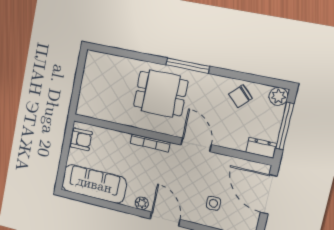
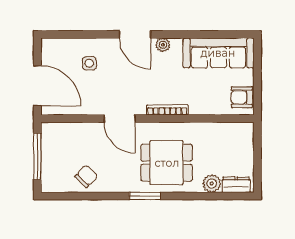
window: (188, 66) -> (145, 196), width x0.69
plant: (278, 96) -> (212, 184), moved
dresser: (261, 148) -> (236, 185), moved, turned 180

